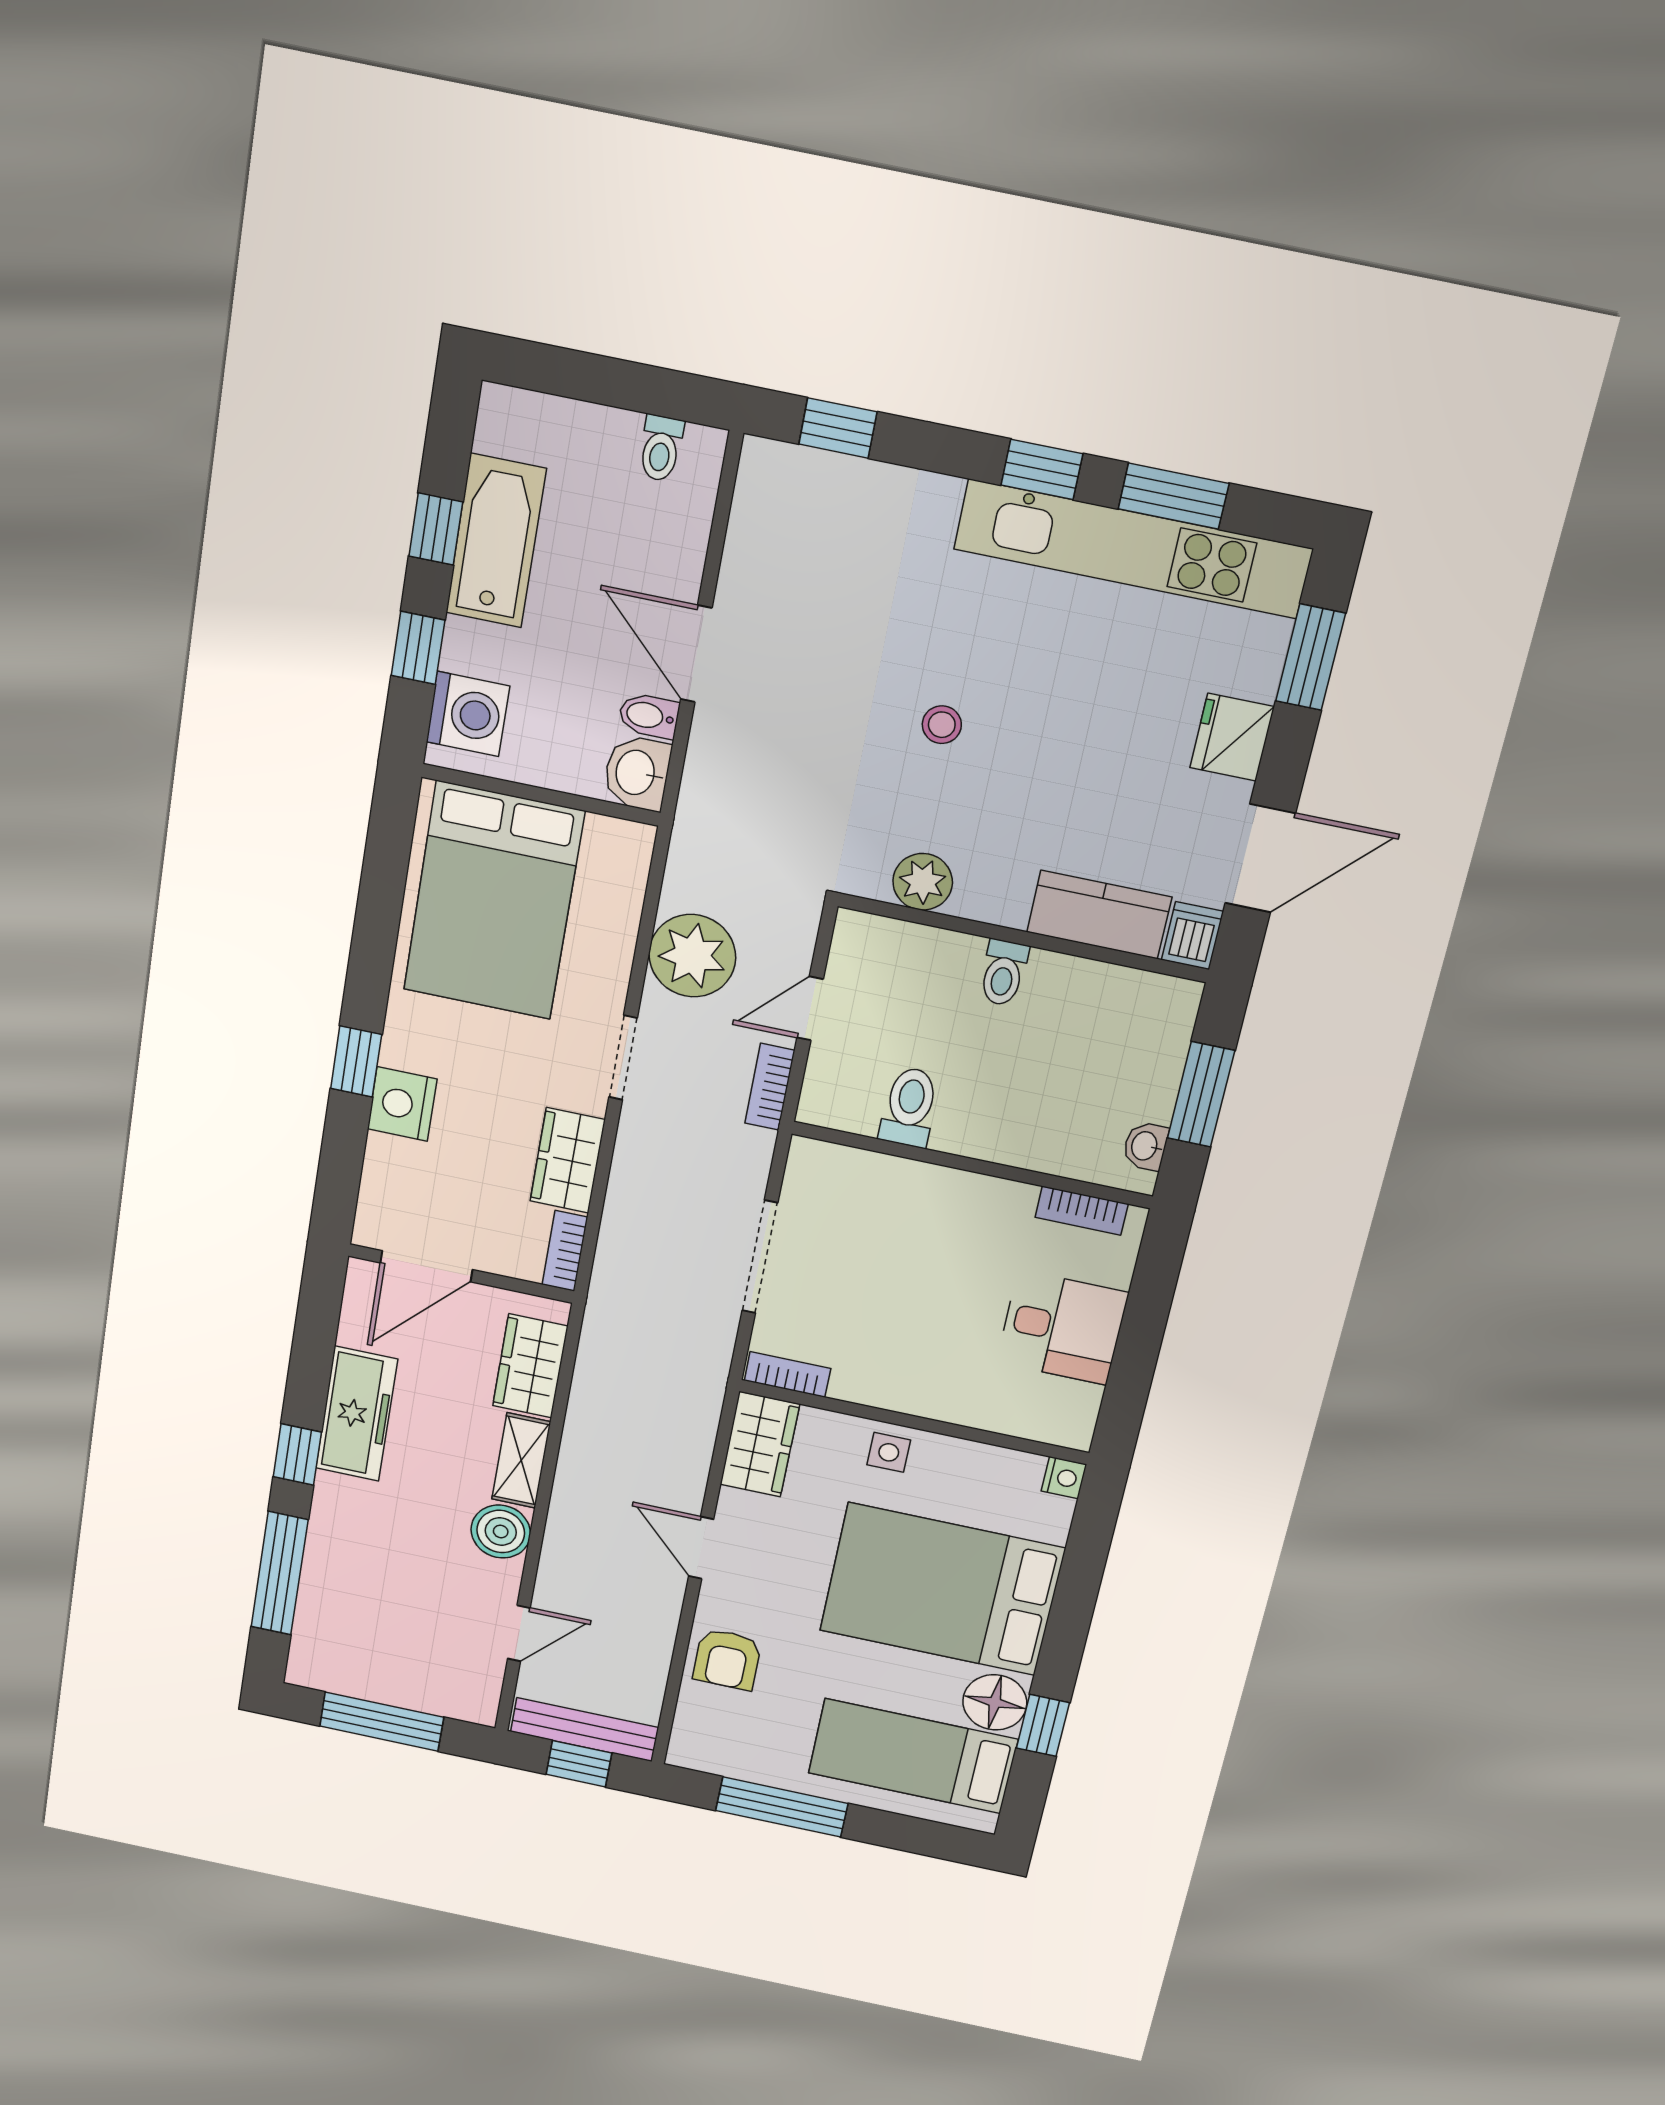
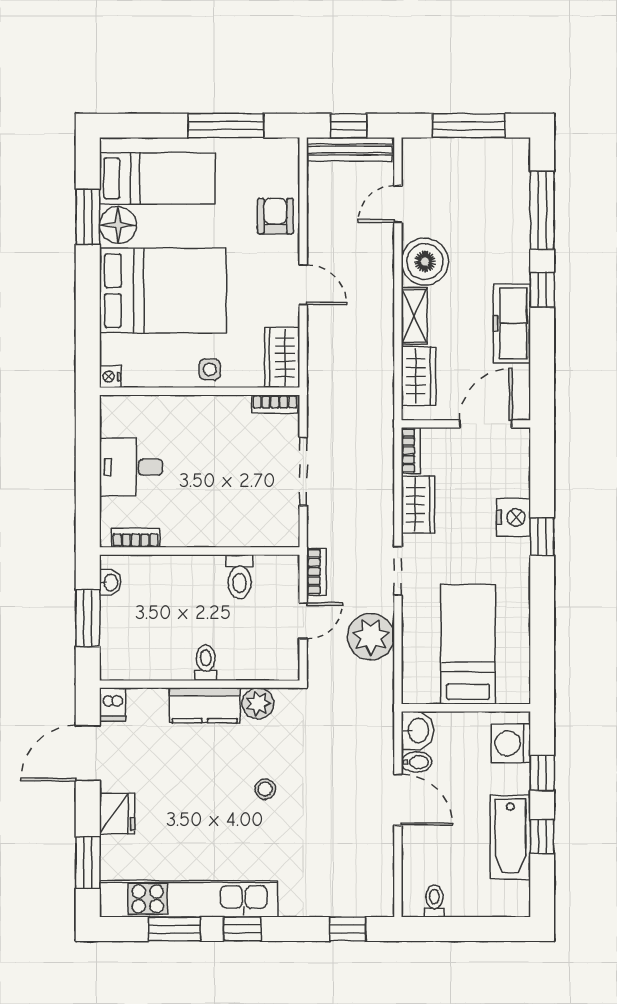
bed: (494, 901) -> (468, 644), width x0.67
kitchen counter: (1099, 915) -> (205, 705), moved
boiler: (501, 1531) -> (425, 262), width x1.37, depth x1.37
window: (1043, 1725) -> (88, 217), width x1.50

